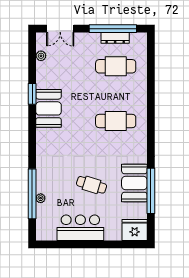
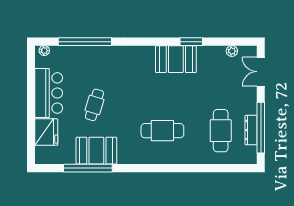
cafe table: (116, 121) -> (162, 131), turned 90
plant: (41, 198) -> (44, 51), moved
fridge: (135, 230) -> (46, 132), moved

